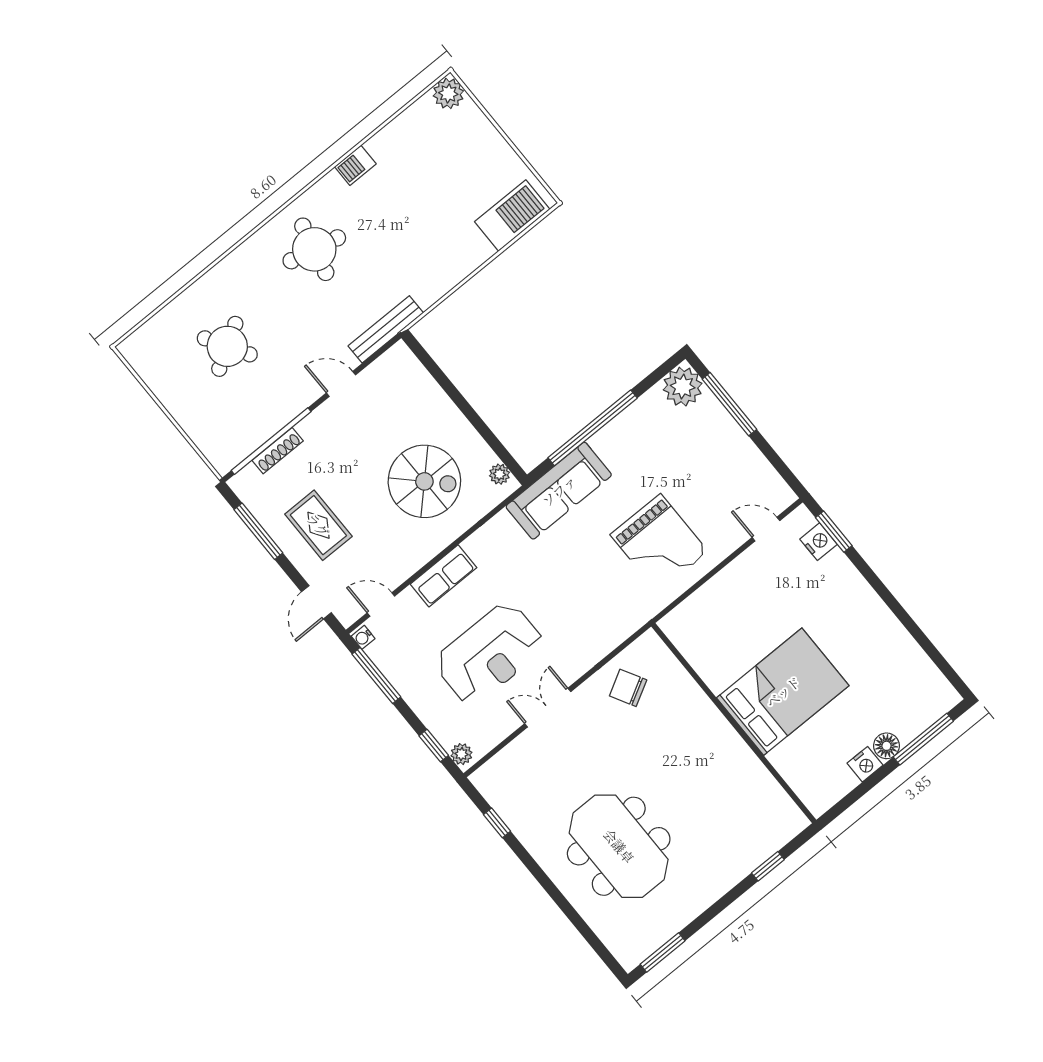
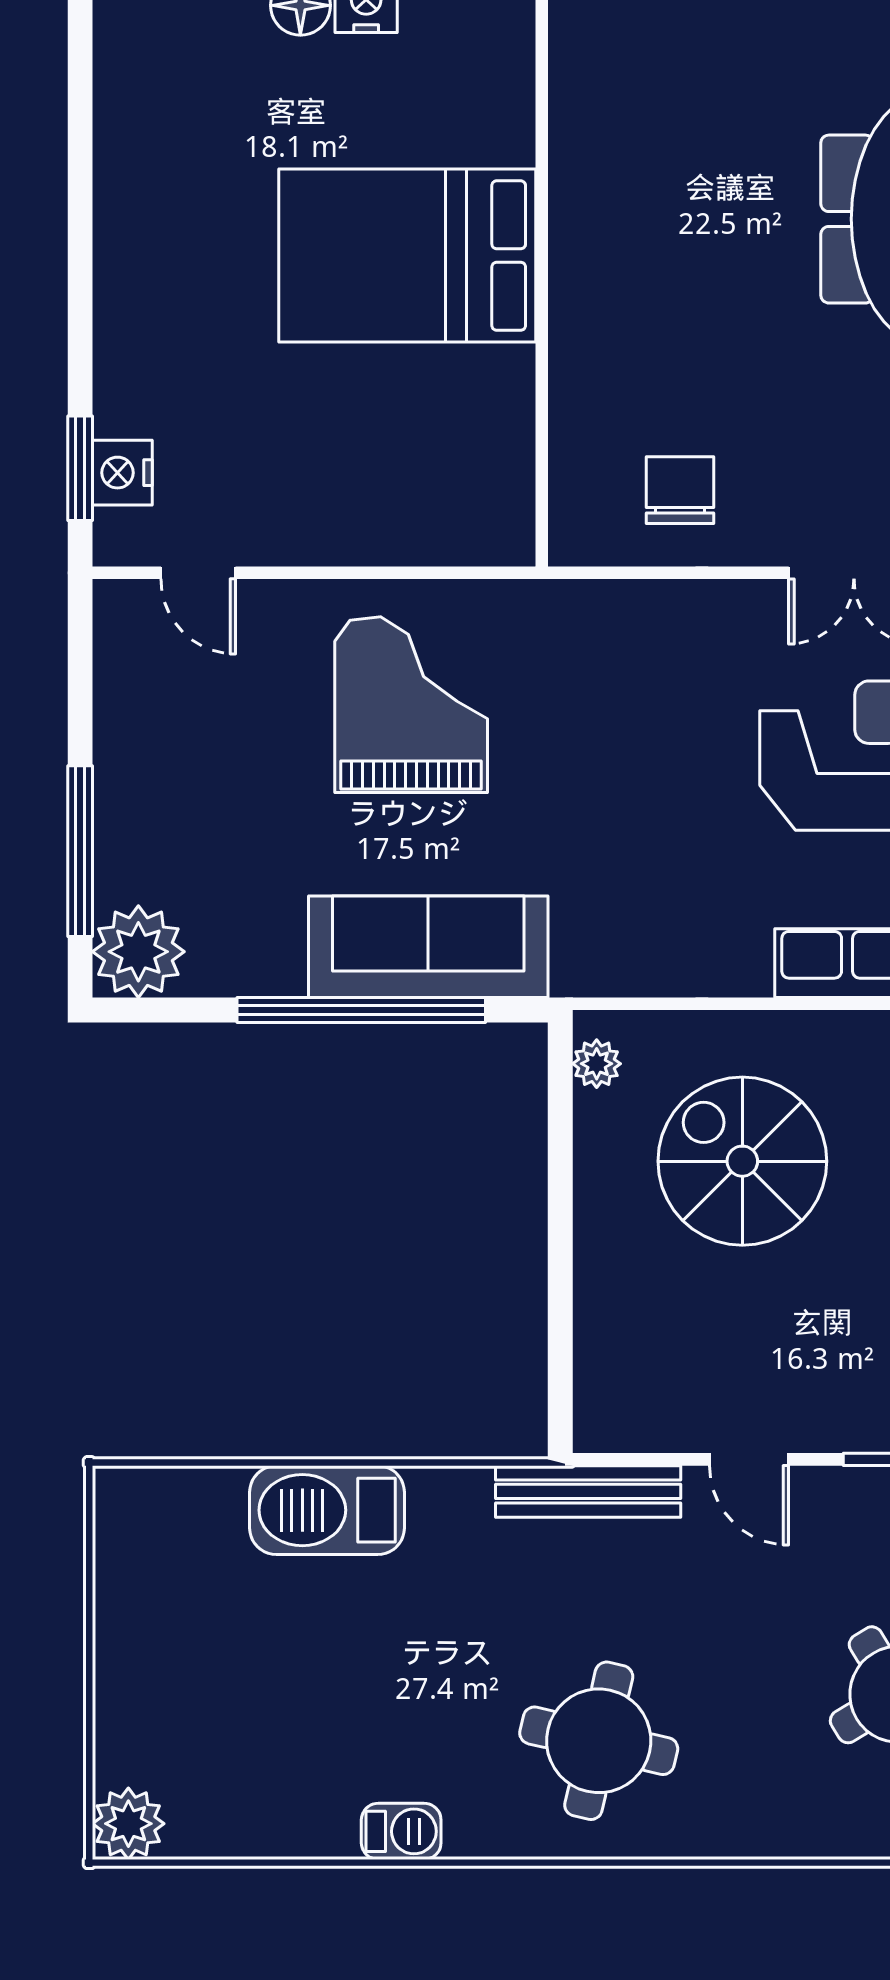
barbecue: (512, 216) -> (327, 1510), moved
sofa: (559, 491) -> (428, 947), moved
chair: (628, 688) -> (680, 490), turned -151

